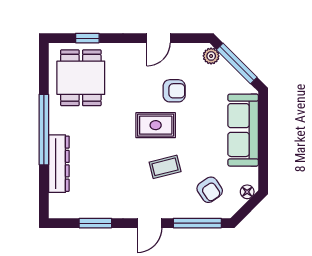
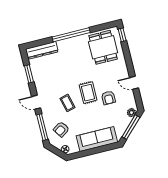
window: (87, 38) -> (122, 35), moved
dining table: (81, 78) -> (103, 47), turned 90
dresser: (59, 164) -> (42, 50), moved

